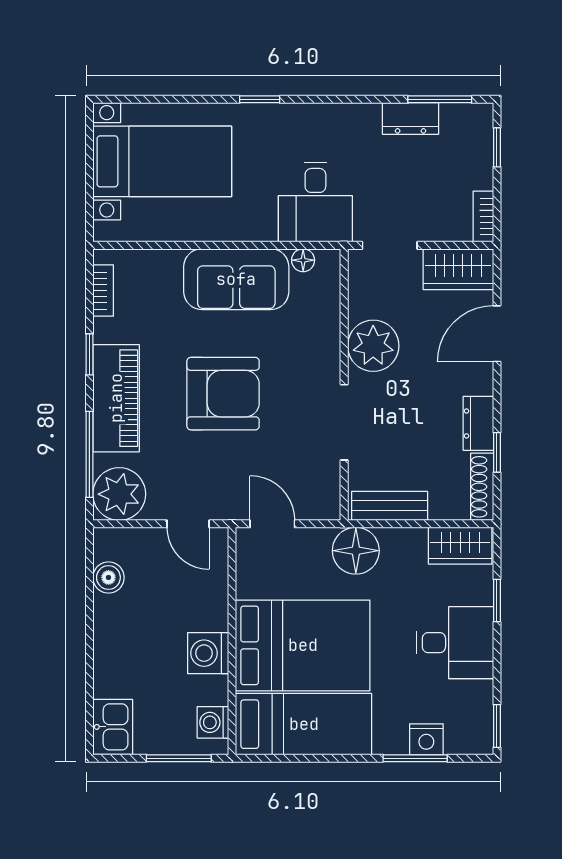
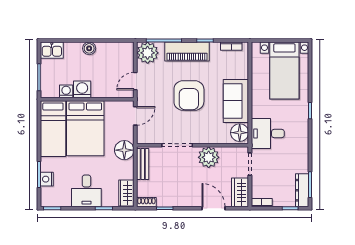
dresser: (411, 119) -> (302, 190), moved, width x1.44
floor lamp: (303, 260) -> (240, 133), width x1.89, depth x1.89
dresser: (478, 423) -> (177, 201), removed
shoe rack: (482, 487) -> (146, 202), width x0.70
boiler: (108, 577) -> (89, 48), moved
washing machine: (213, 722) -> (66, 91), moved

